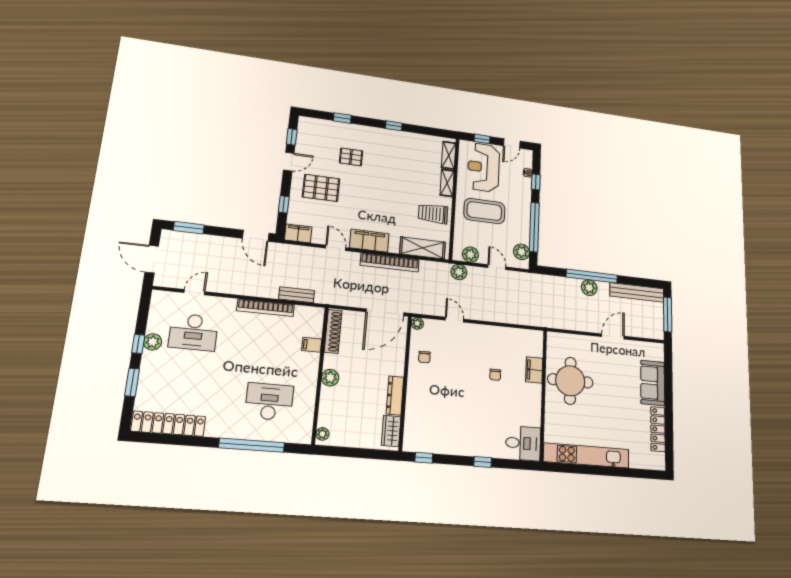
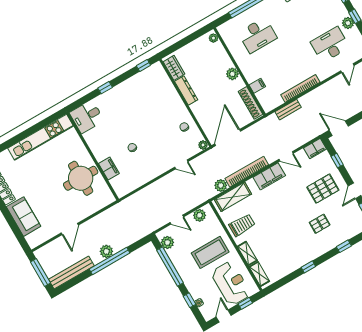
plant: (459, 272) -> (221, 185), moved

